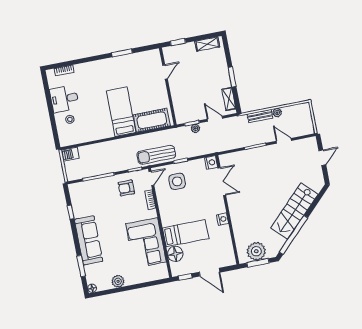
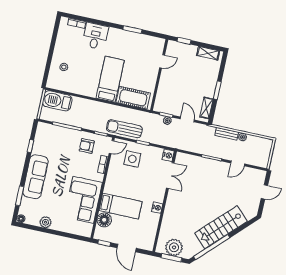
desk: (64, 99) -> (95, 36), moved, turned 90
door: (284, 141) -> (238, 163), swing flipped
barbecue: (70, 154) -> (57, 101), width x1.88, depth x1.53

